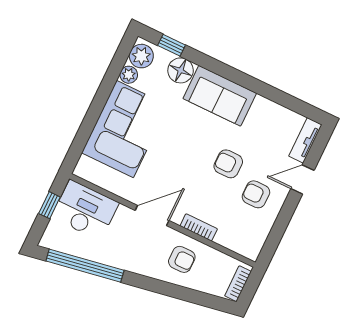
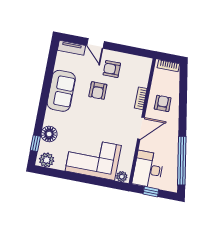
plant: (129, 75) -> (122, 177), moved
sofa: (220, 96) -> (61, 91), moved
armchair: (256, 194) -> (112, 69), turned 90
door: (152, 215) -> (141, 128), swing flipped

